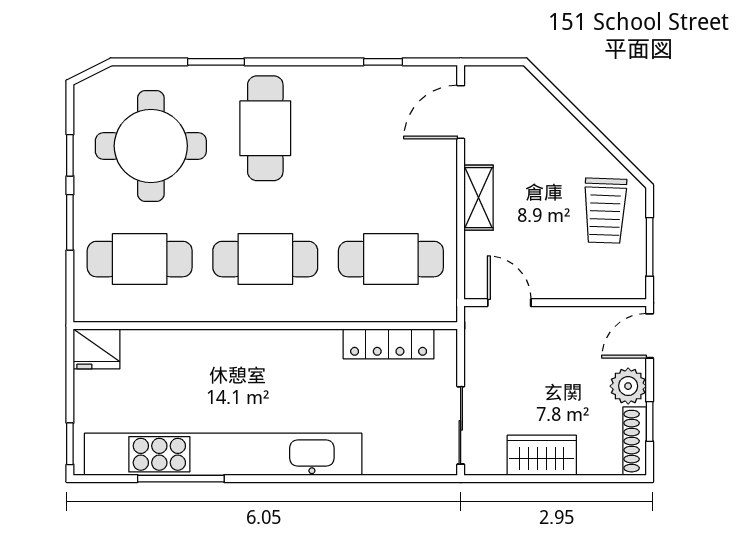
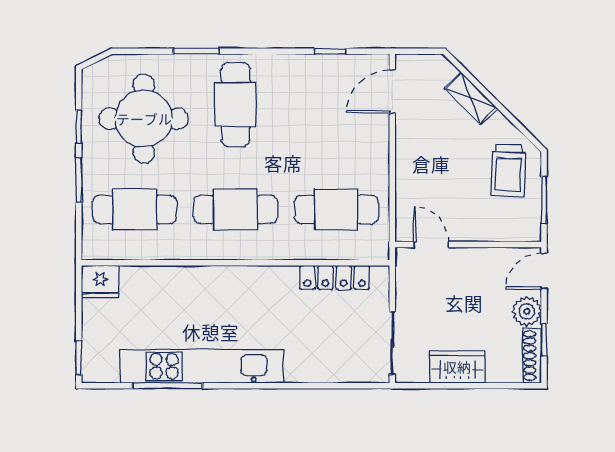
shelving: (479, 198) -> (471, 98), moved, turned -45
kitchen unit: (223, 454) -> (202, 366), width x0.73

